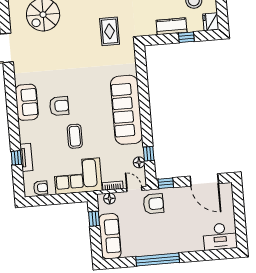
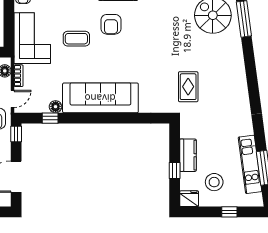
rug: (110, 31) -> (188, 87), turned 90
floor lamp: (139, 162) -> (56, 107), moved

